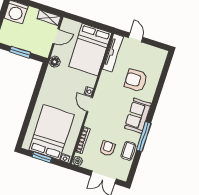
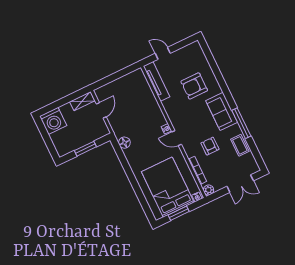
bed: (90, 50) -> (137, 96), removed
floor lamp: (55, 62) -> (124, 143), moved
armchair: (107, 148) -> (210, 146), moved

